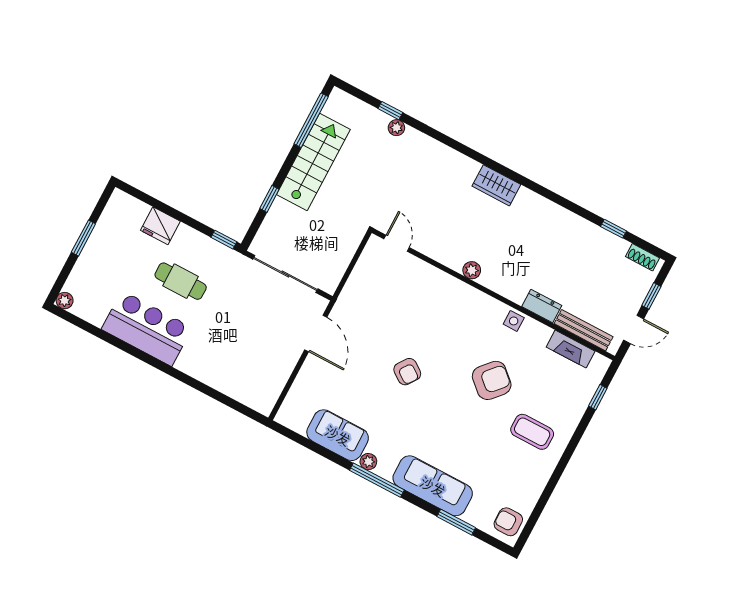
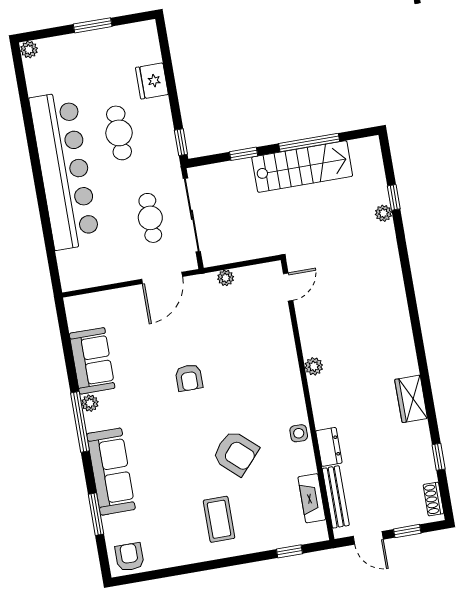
window: (311, 120) -> (309, 142), moved
wardrobe: (496, 185) -> (411, 399), moved
plant: (353, 285) -> (226, 278), added
cafe table: (263, 307) -> (150, 218), added
bar counter: (147, 328) -> (65, 171), width x1.86
armchair: (407, 372) -> (189, 378), turned -35

